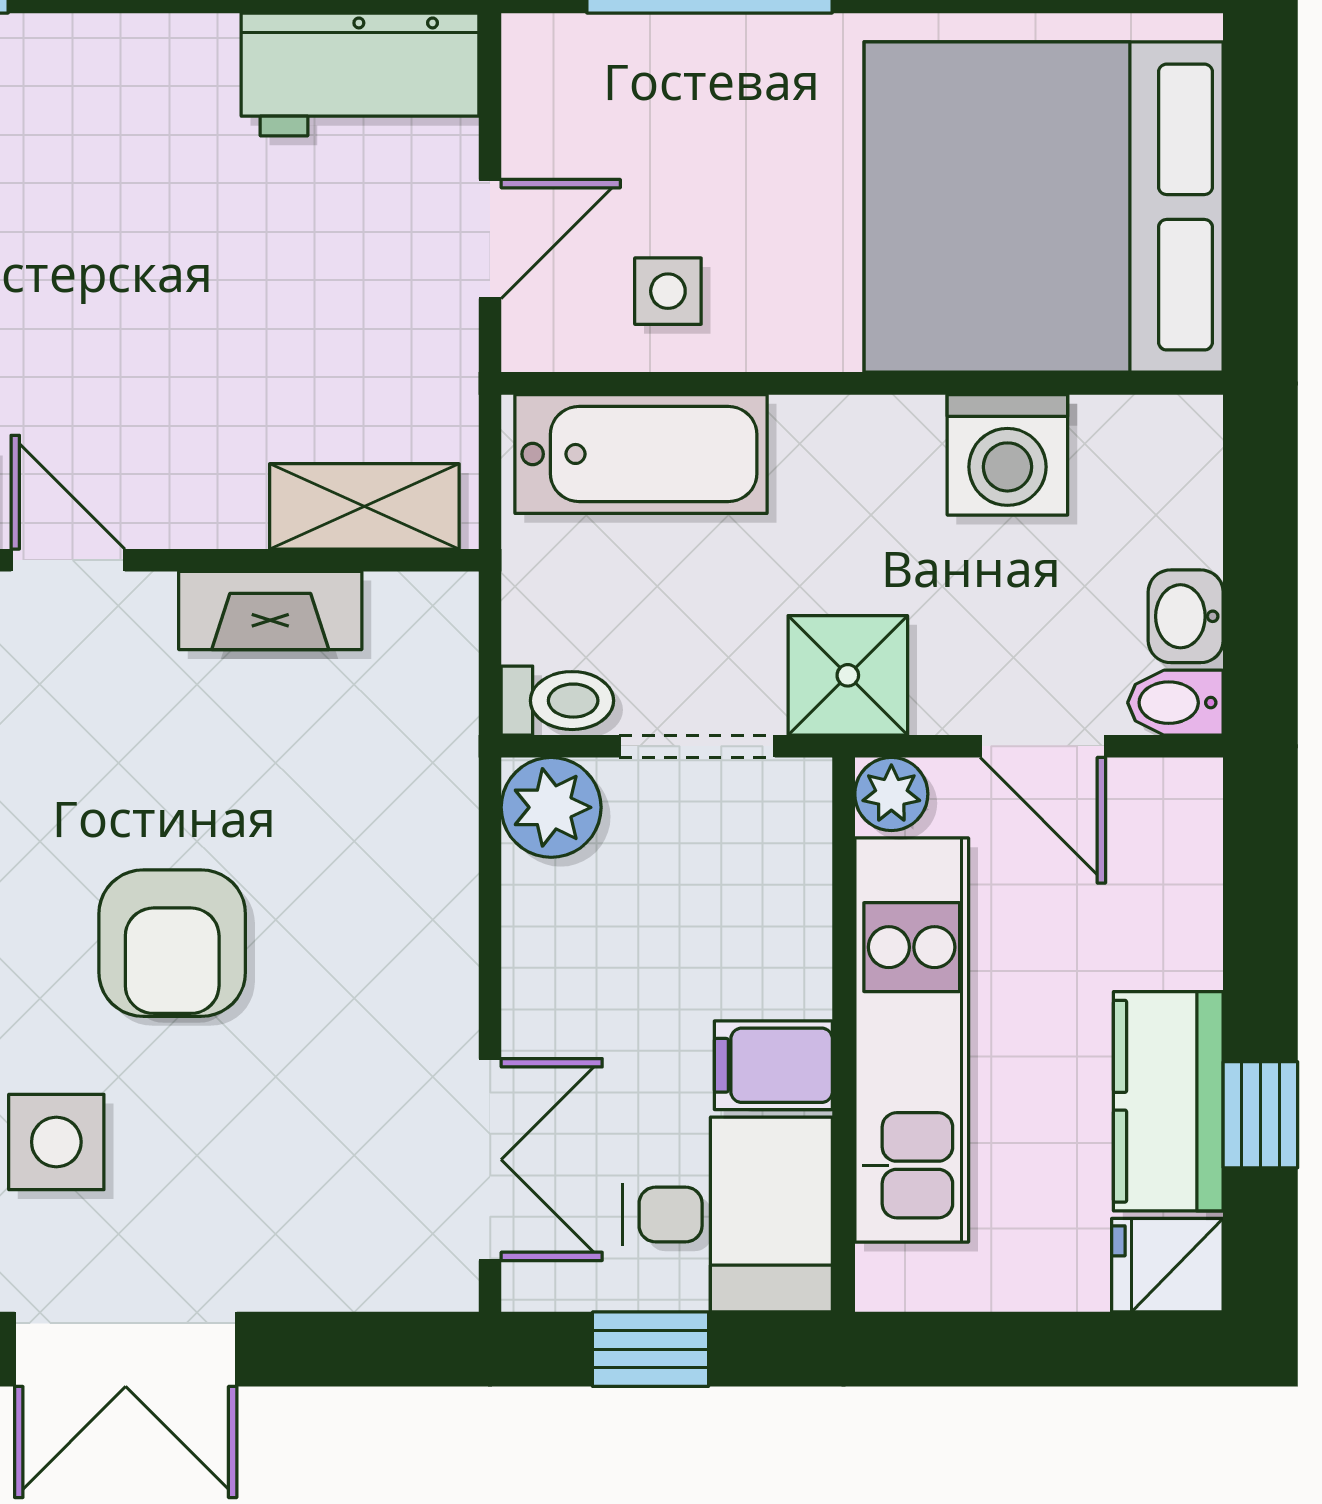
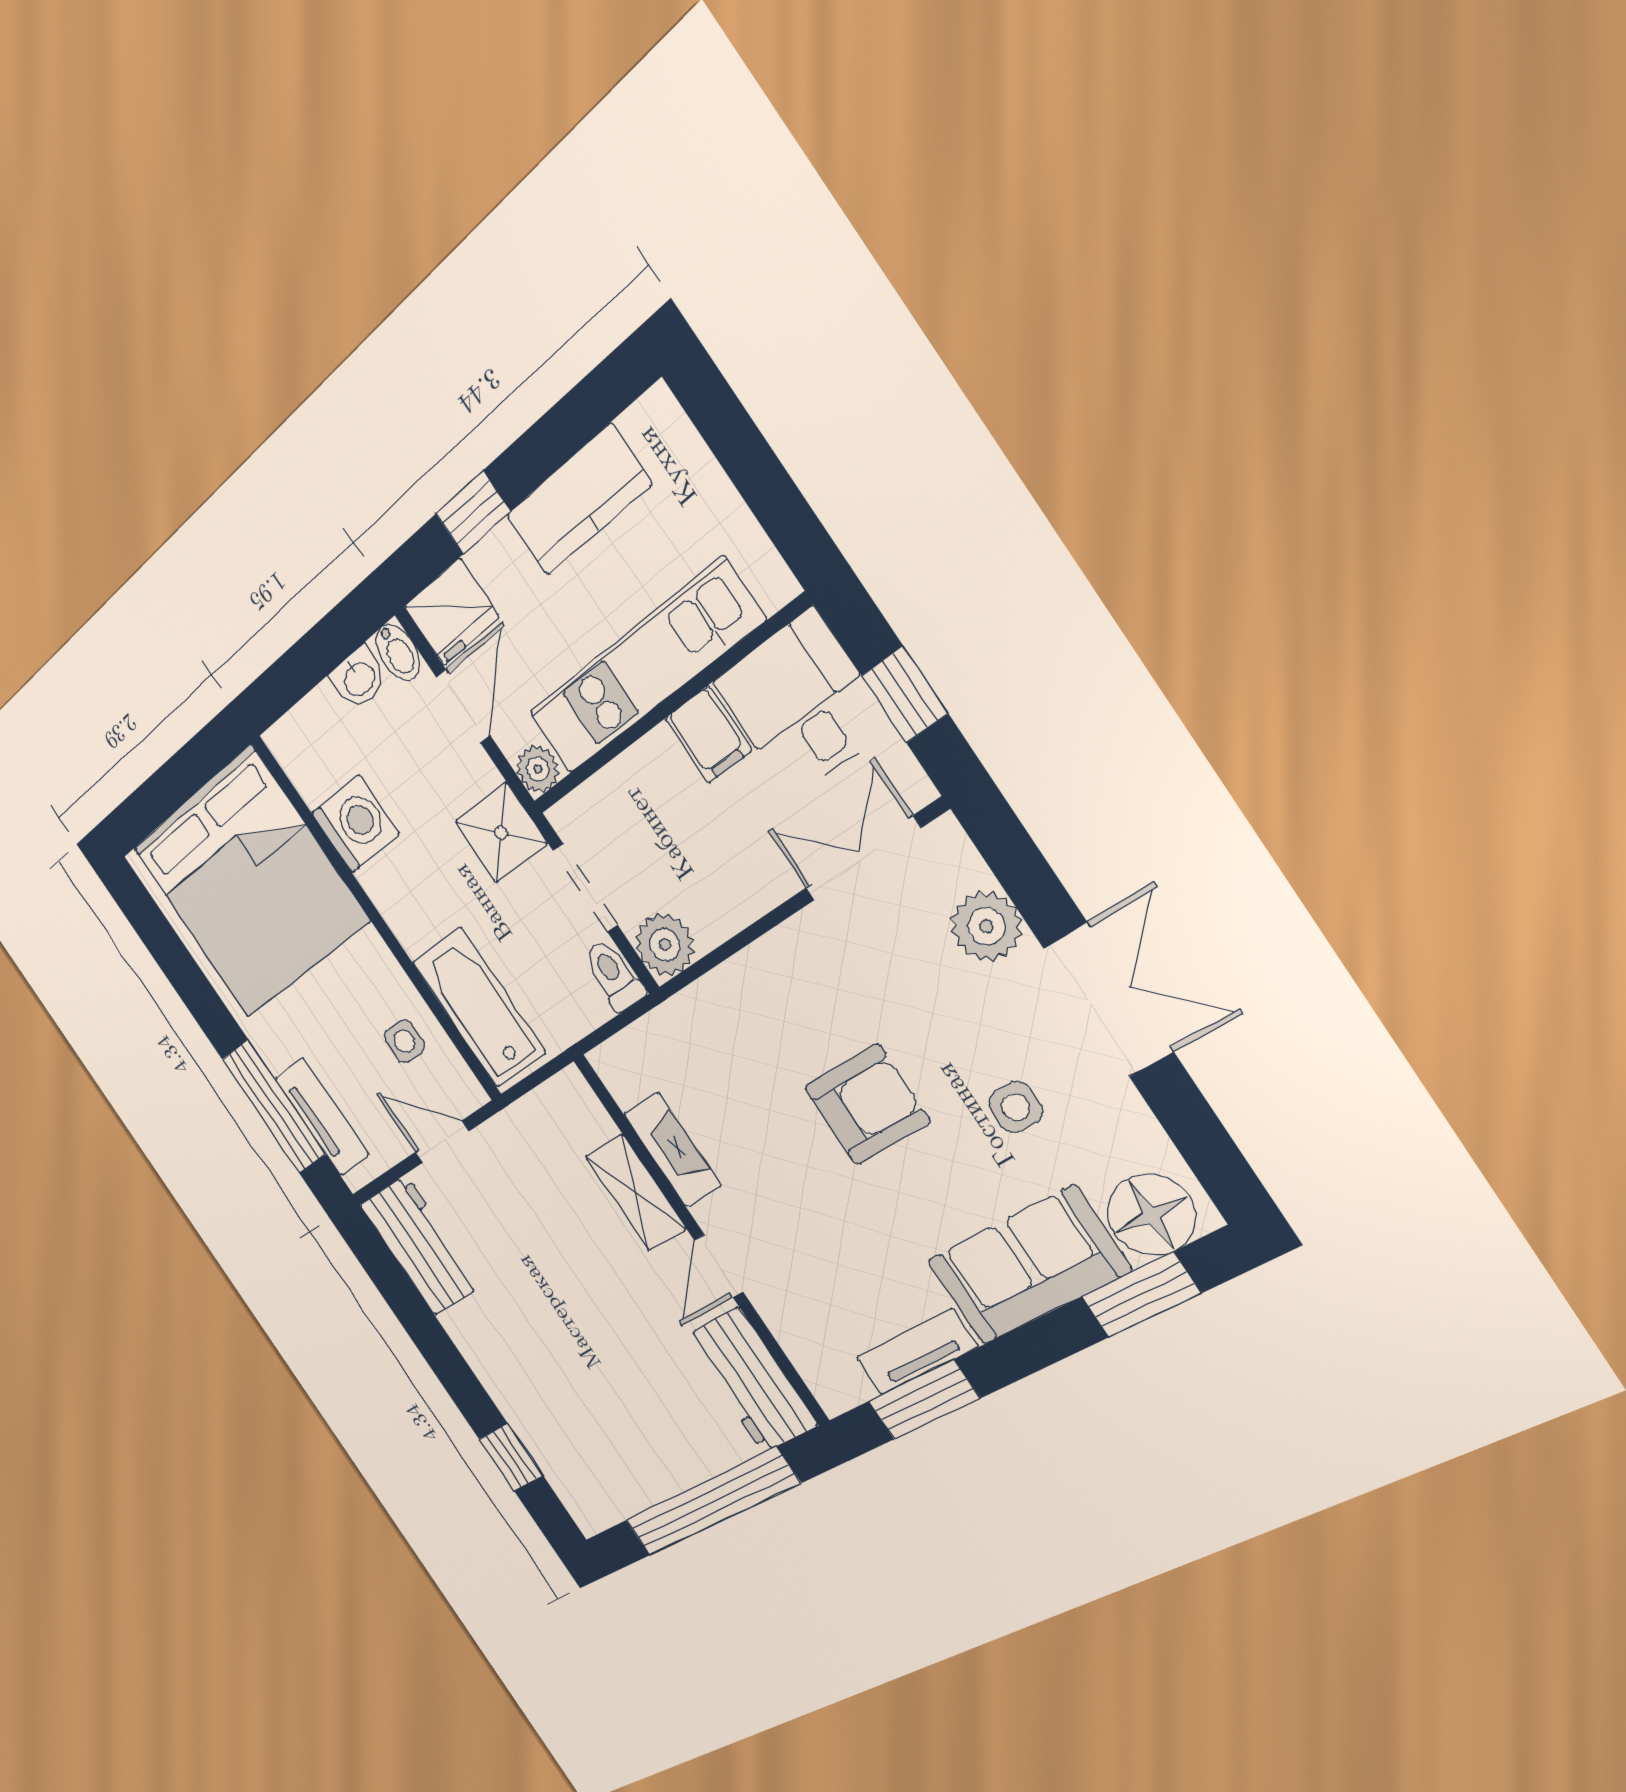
tv unit: (645, 53) -> (322, 1117), added
shelving: (364, 506) -> (636, 1193), moved
window: (1260, 1115) -> (473, 513), moved
side table: (56, 1142) -> (1016, 1107), width x0.73, depth x0.73
plant: (308, 1259) -> (986, 926), added
fridge: (1167, 1265) -> (452, 612), moved, width x1.38

